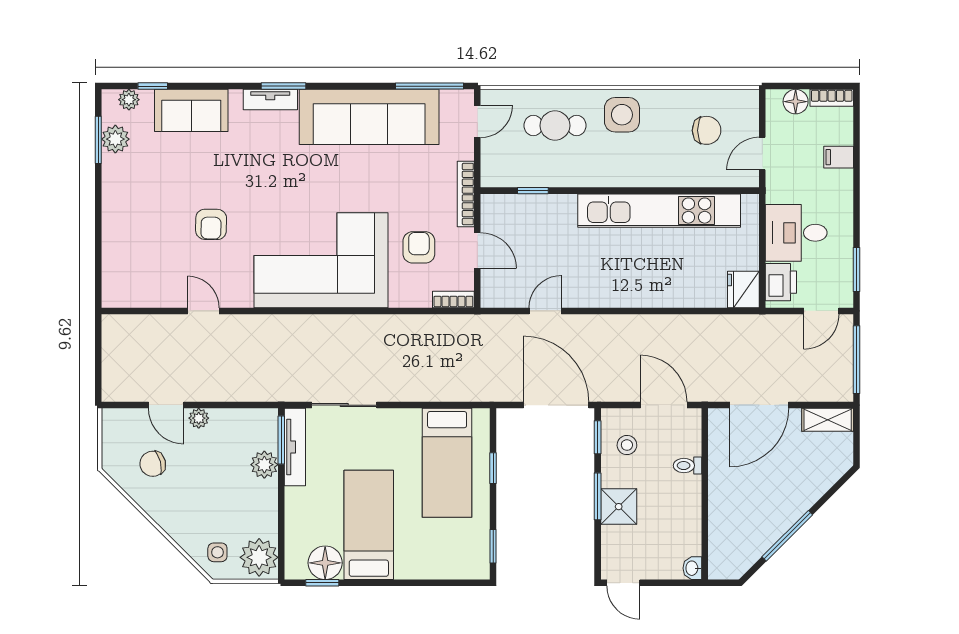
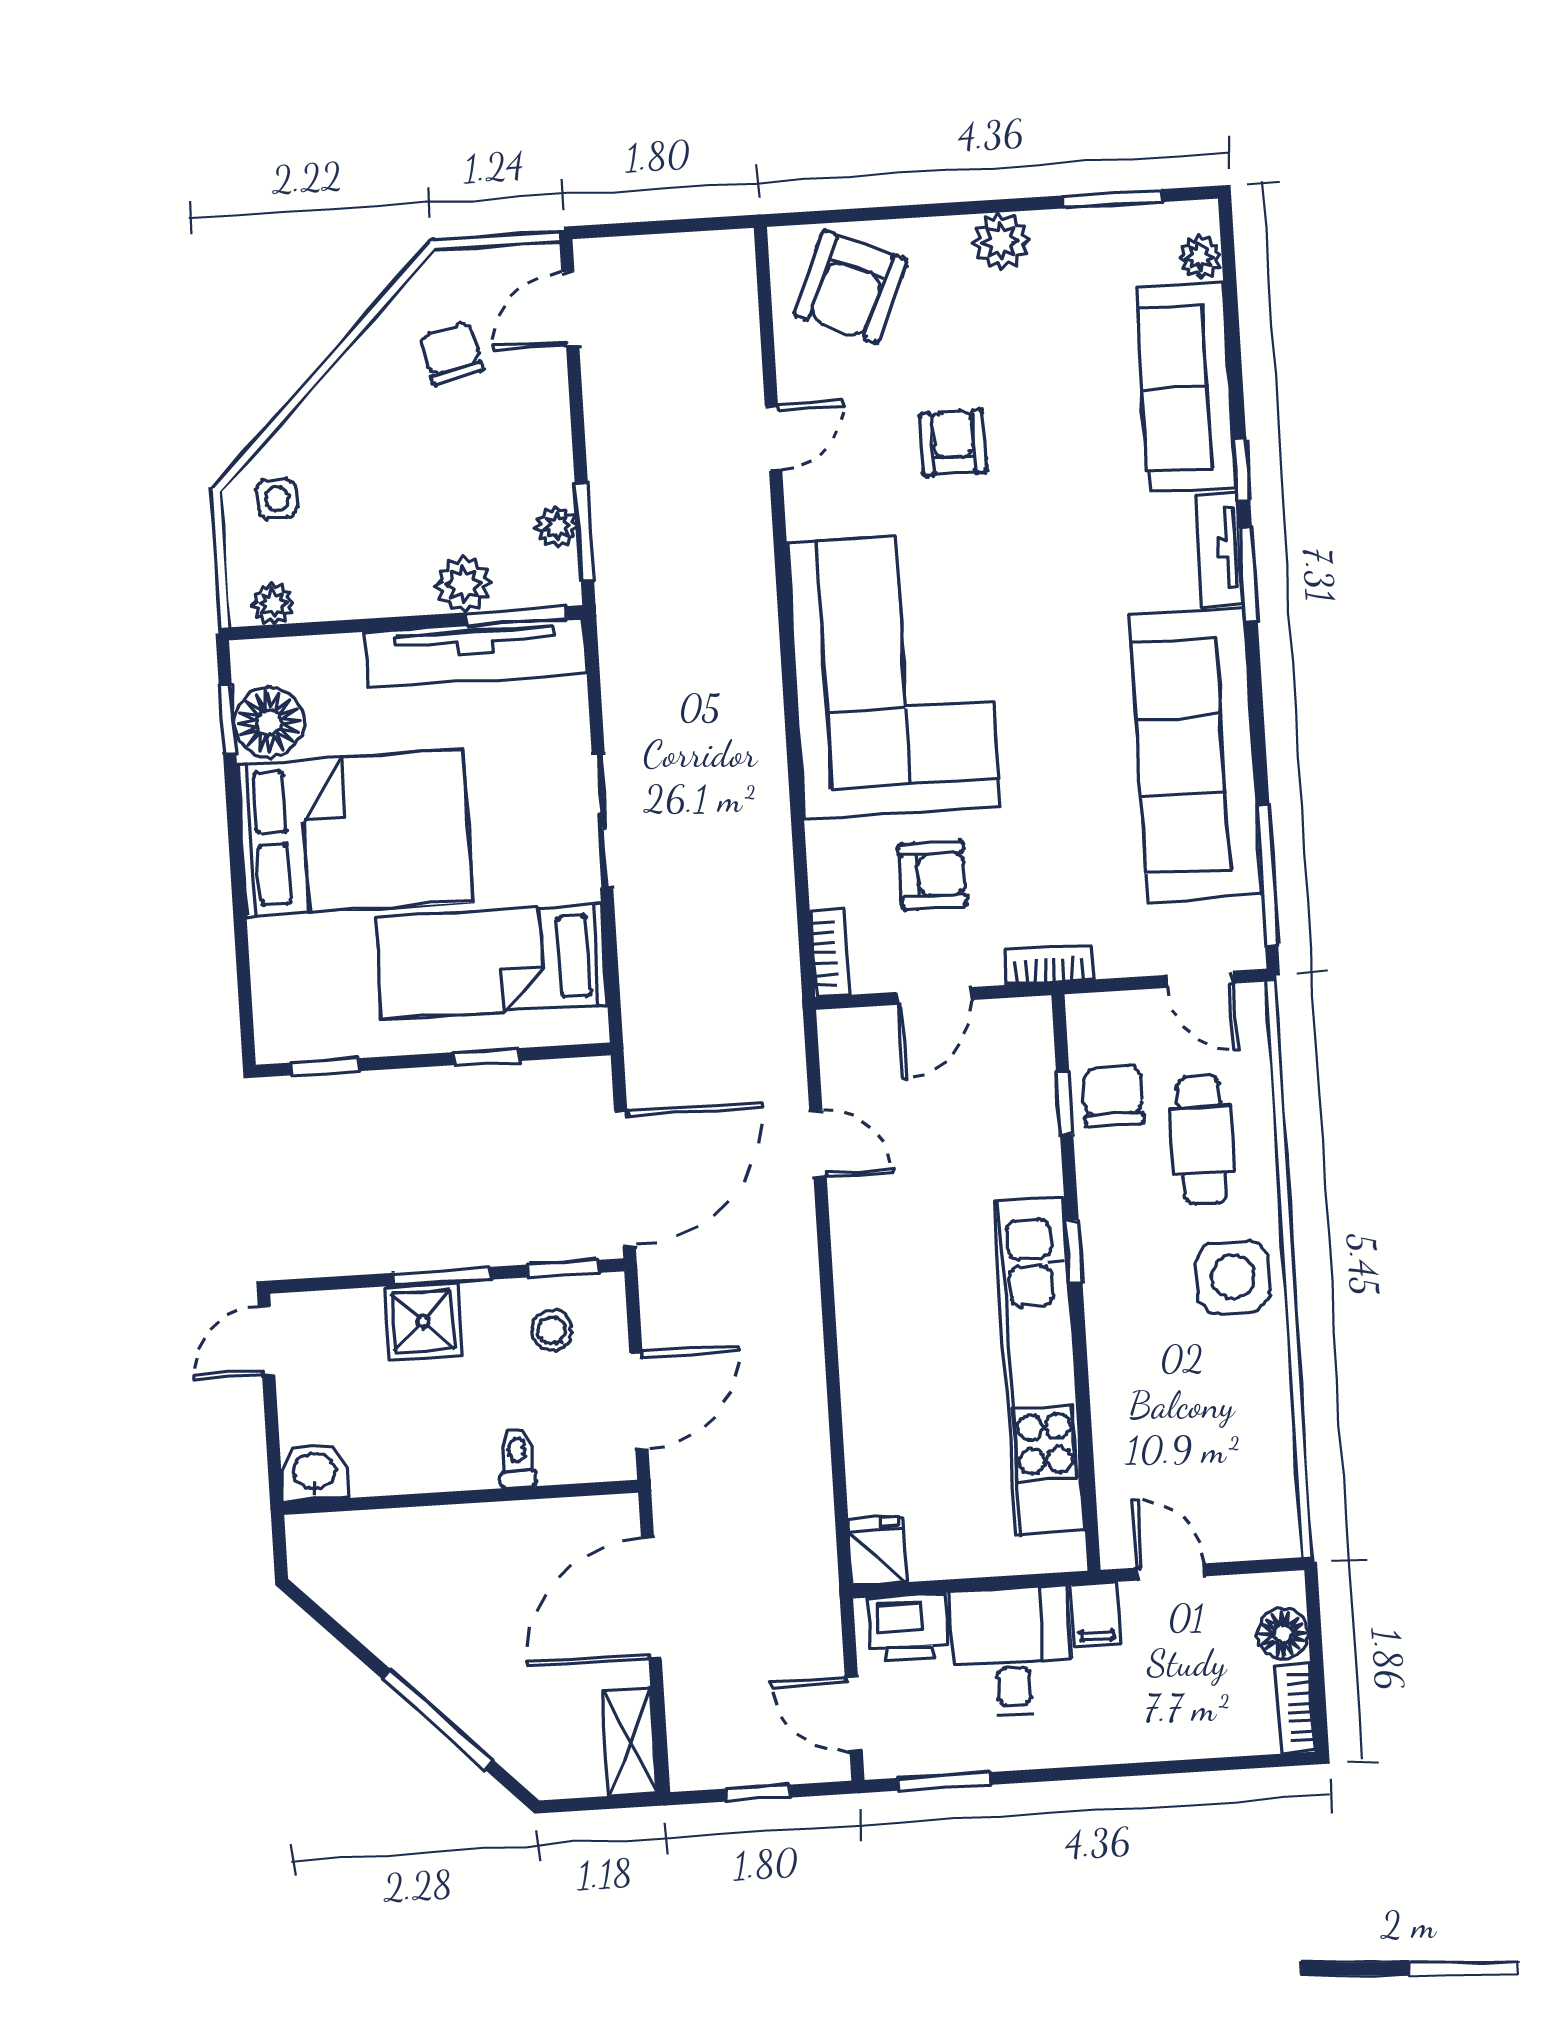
window: (153, 86) -> (1242, 470), moved
sofa: (191, 110) -> (1186, 387), width x1.36
chair: (707, 130) -> (1113, 1096), moved, turned 180
plant: (115, 139) -> (1001, 241), moved
filing cabinet: (839, 157) -> (1096, 1614), moved, turned 180
window: (605, 191) -> (1074, 1252), added
bookcase: (466, 194) -> (1049, 965), width x0.64
armchair: (211, 224) -> (953, 443), turned 89
armchair: (133, 269) -> (851, 287), added
fridge: (743, 289) -> (878, 1551), width x0.72
window: (856, 360) -> (758, 1793), width x0.46
door: (166, 405) -> (570, 309), moved
window: (243, 405) -> (584, 532), added
sliding door: (344, 405) -> (602, 821), moved
door: (759, 405) -> (651, 1598), hinge flipped
plant: (199, 418) -> (557, 527), moved
tv unit: (295, 447) -> (476, 653), width x1.36, depth x1.29
bed: (369, 525) -> (355, 833), width x1.50
window: (787, 536) -> (438, 1719), moved
plant: (259, 557) -> (273, 603), width x0.53, depth x0.53
washbasin: (692, 568) -> (314, 1472), width x1.38, depth x1.45

